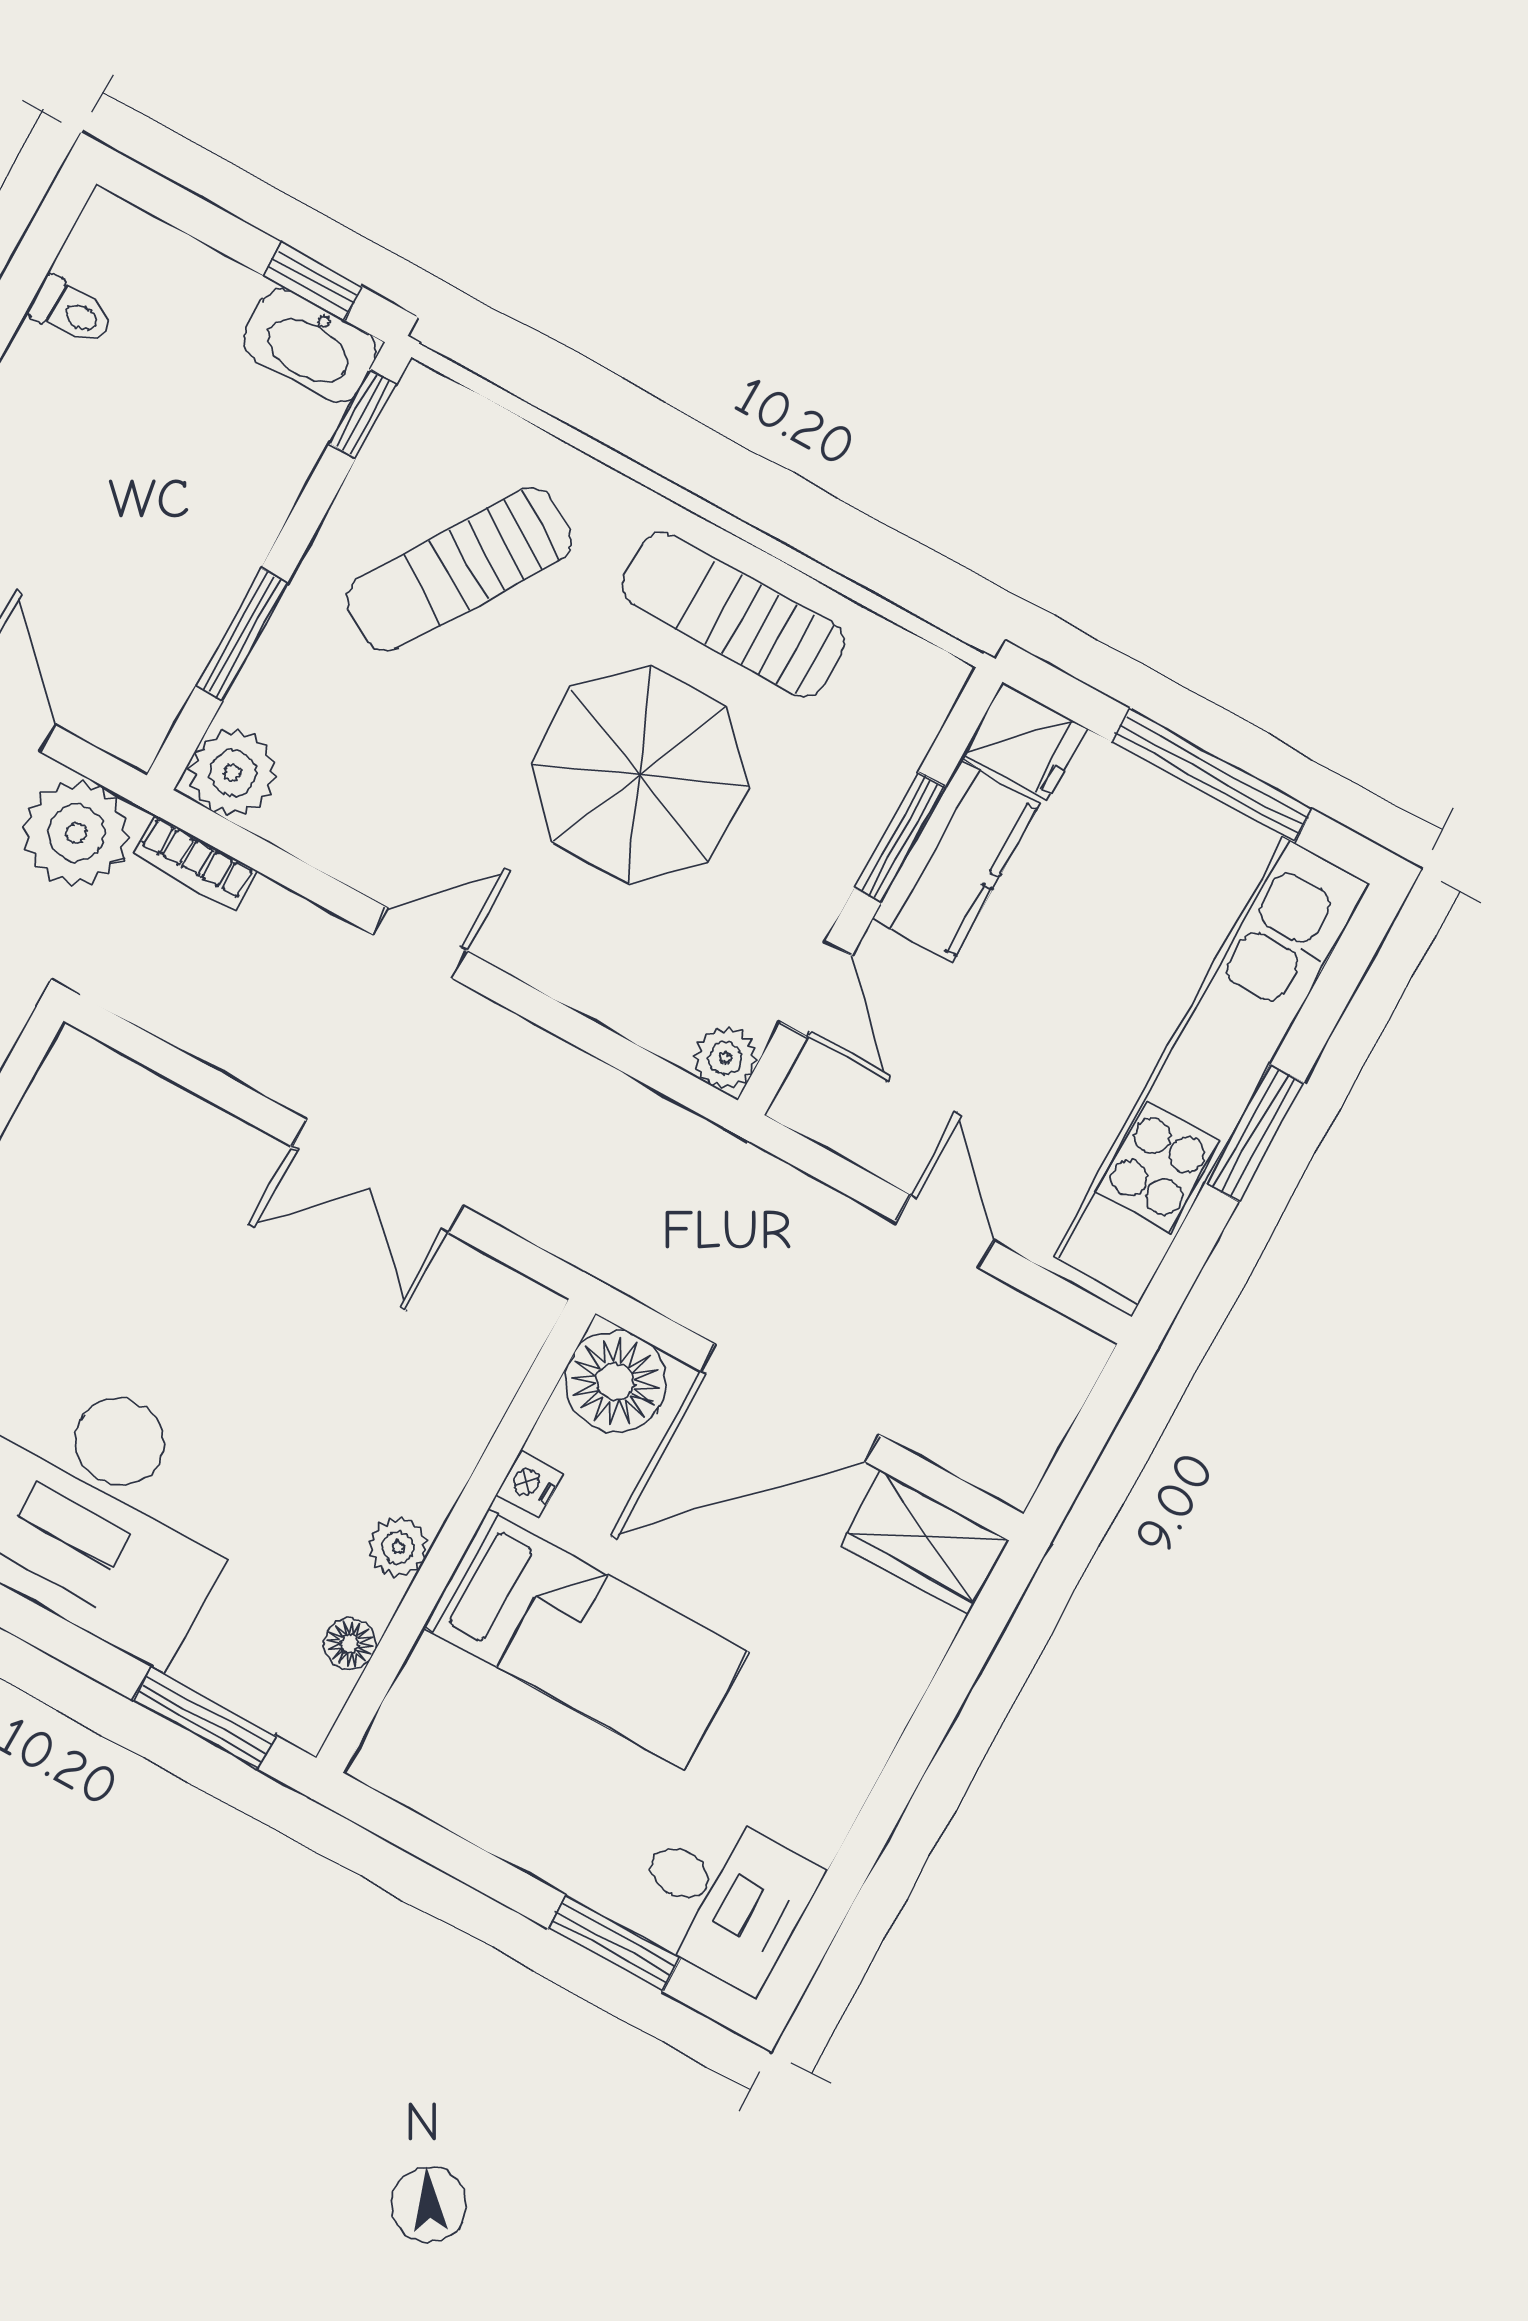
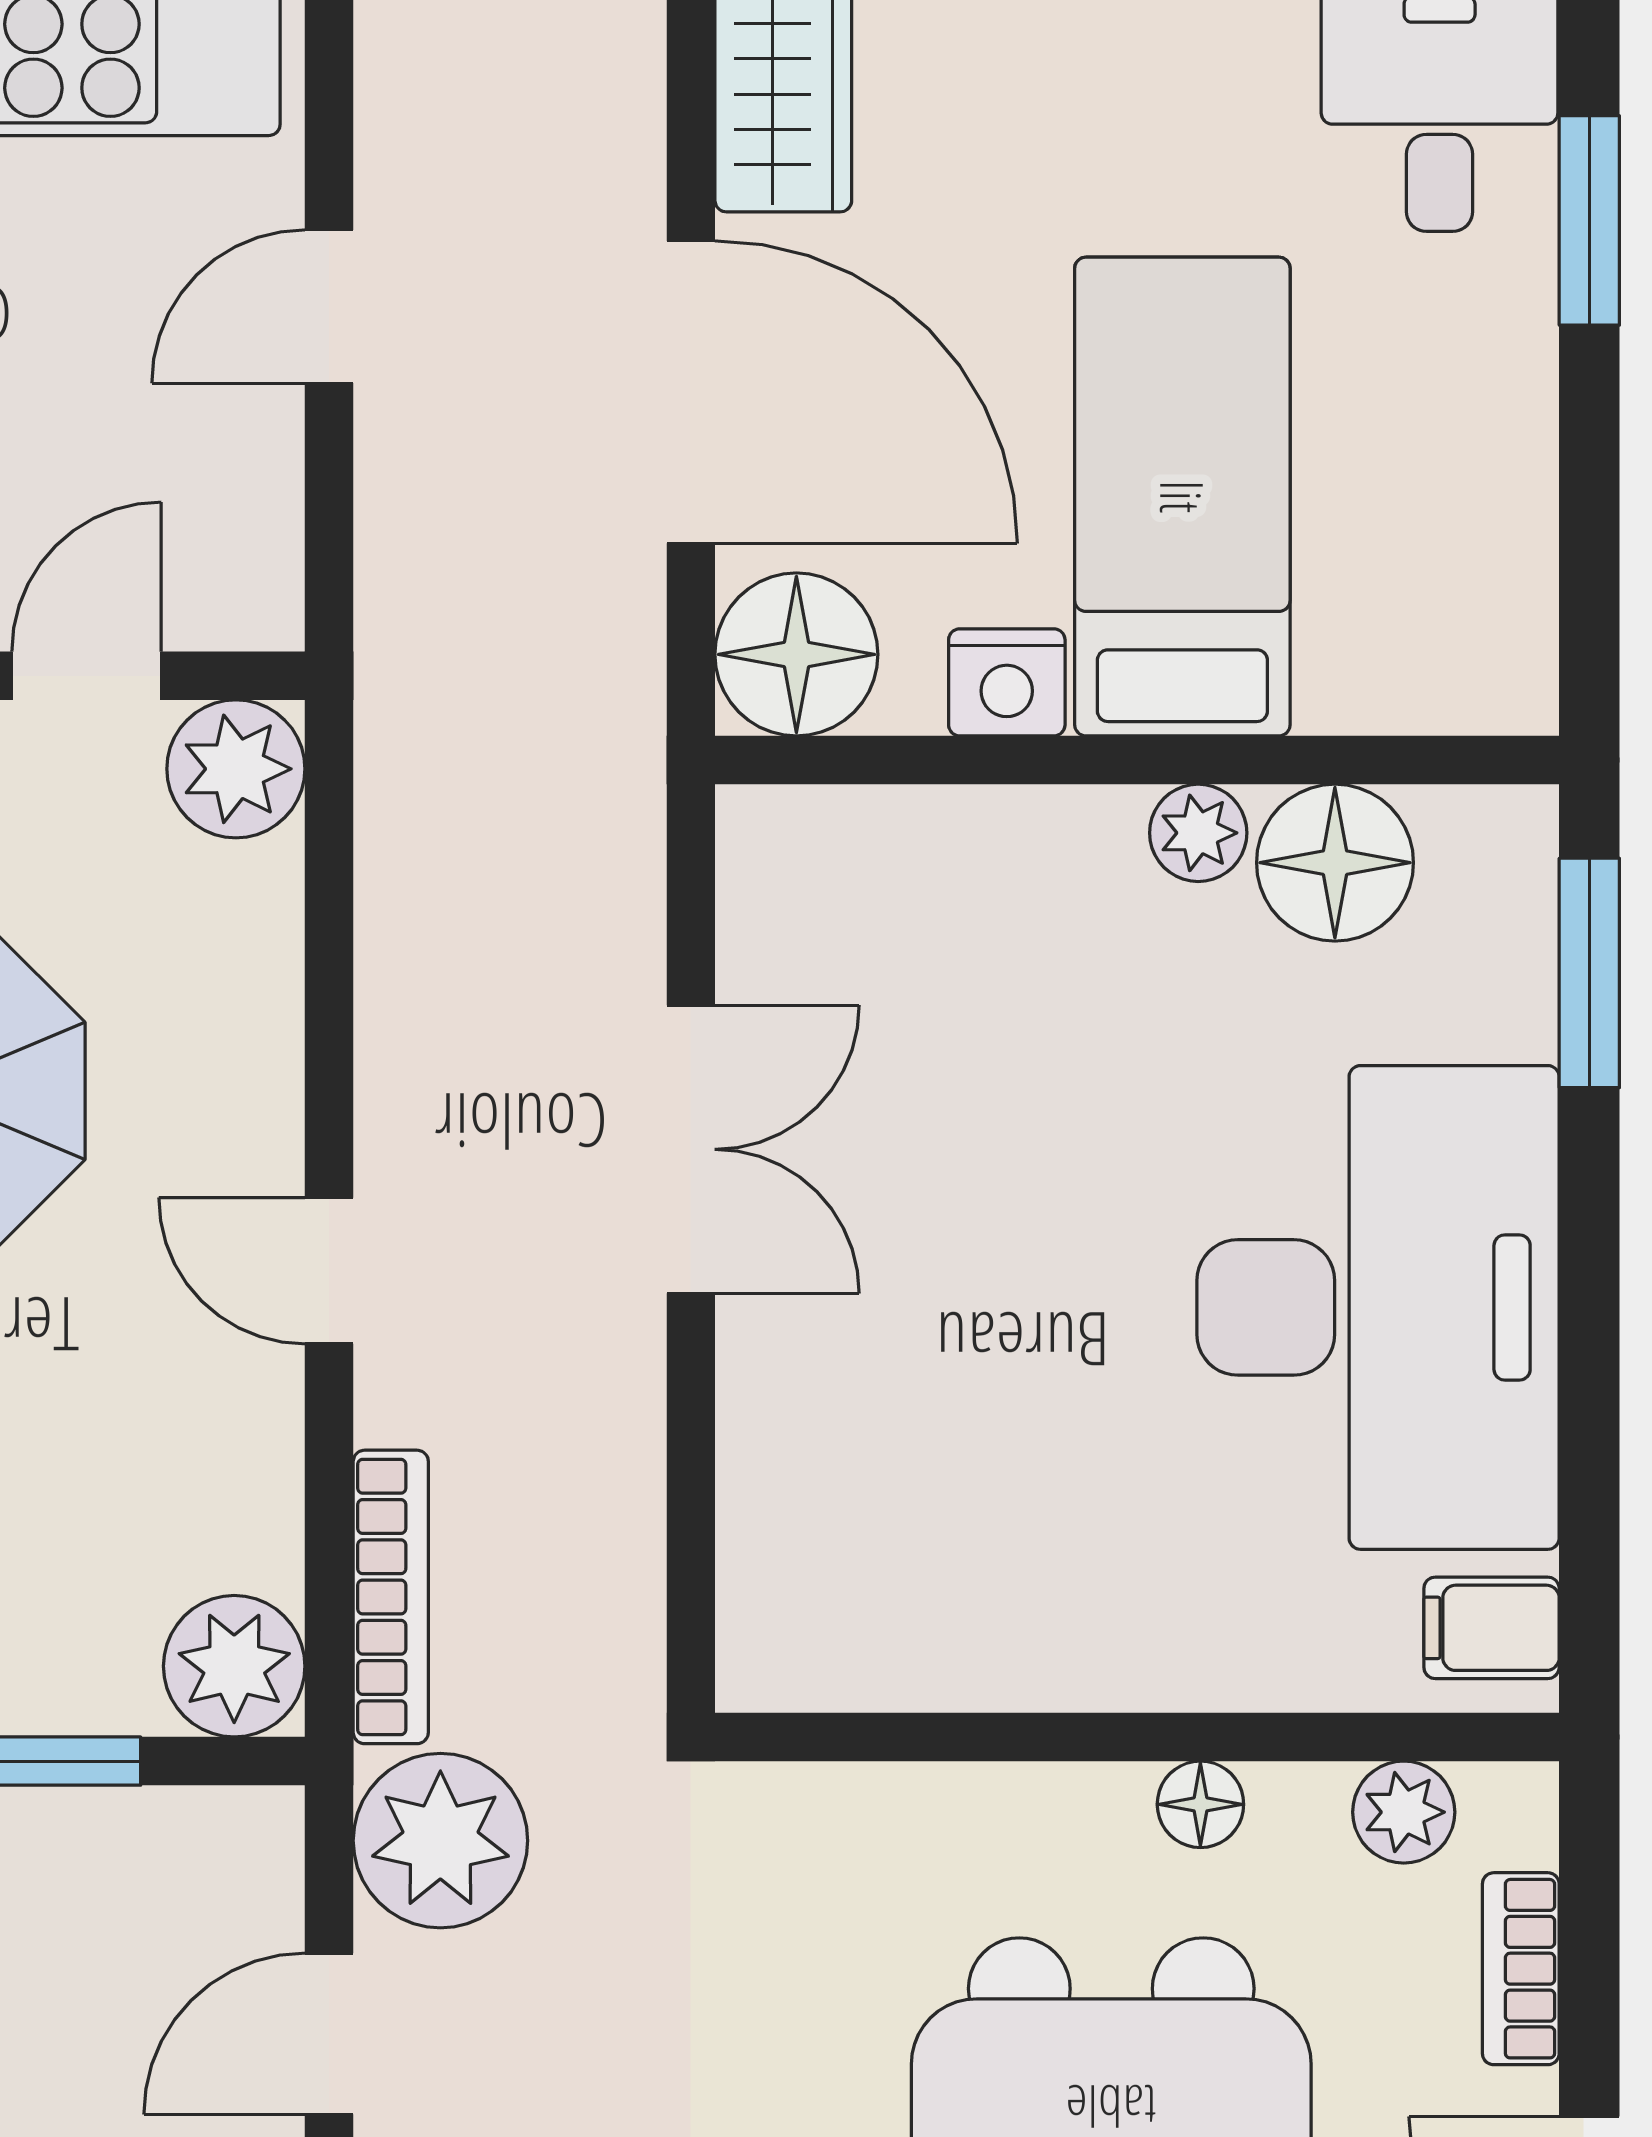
bookcase: (195, 863) -> (391, 1597), width x1.56
plant: (726, 1058) -> (236, 769), width x1.38, depth x1.38
nightstand: (530, 1484) -> (1007, 682), width x1.39, depth x1.35
floor lamp: (350, 1644) -> (1335, 863), width x1.89, depth x1.89

